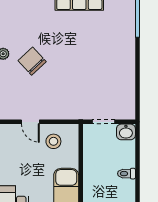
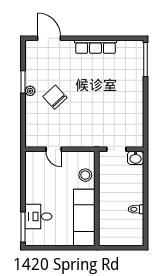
stool: (53, 141) -> (85, 175), moved
toilet: (126, 174) -> (136, 209), moved

